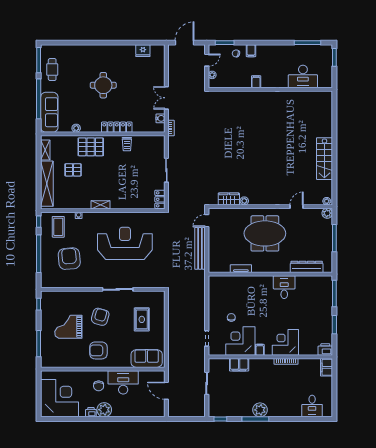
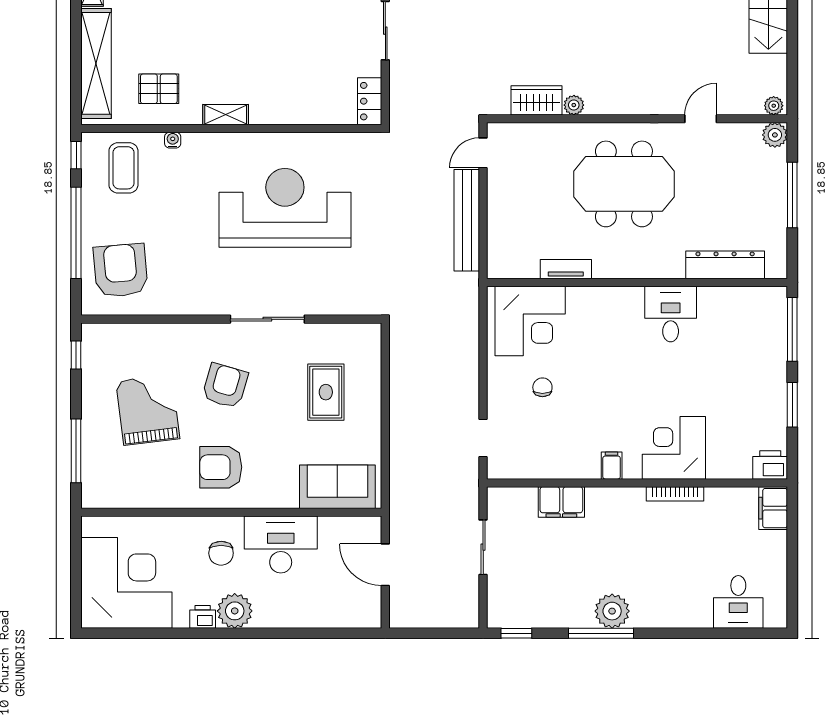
pallet: (73, 170) -> (159, 89), moved
armchair: (69, 259) -> (121, 270), moved
grand piano: (68, 327) -> (148, 410), turned 83
corner desk: (240, 341) -> (530, 321), moved, turned 180

